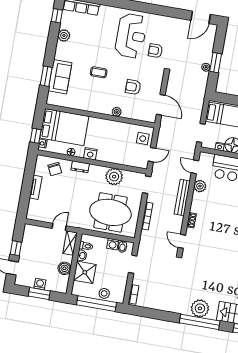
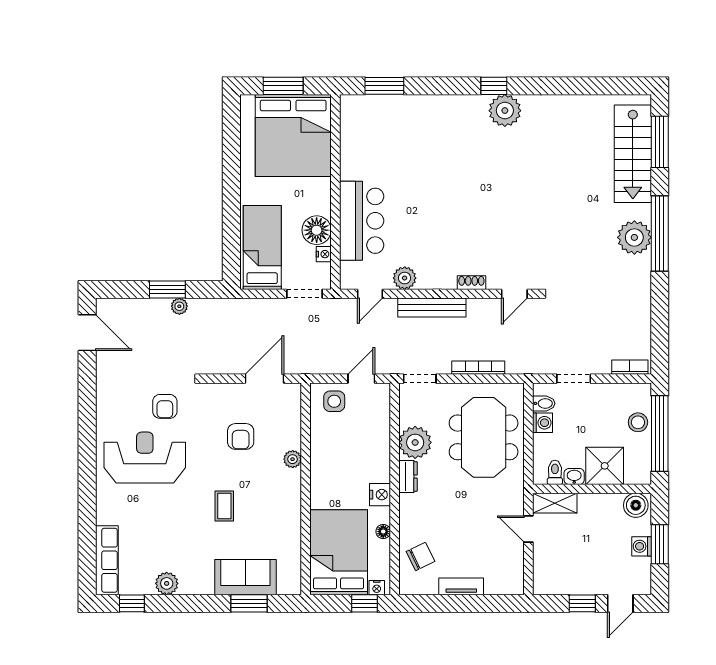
door: (152, 155) -> (361, 379), hinge flipped
dresser: (80, 167) -> (408, 477), moved
boiler: (64, 268) -> (636, 505), moved

